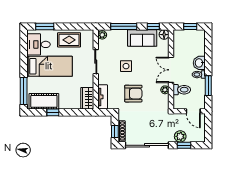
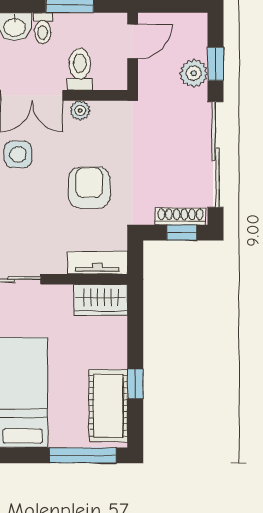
side table: (126, 66) -> (18, 154), moved

